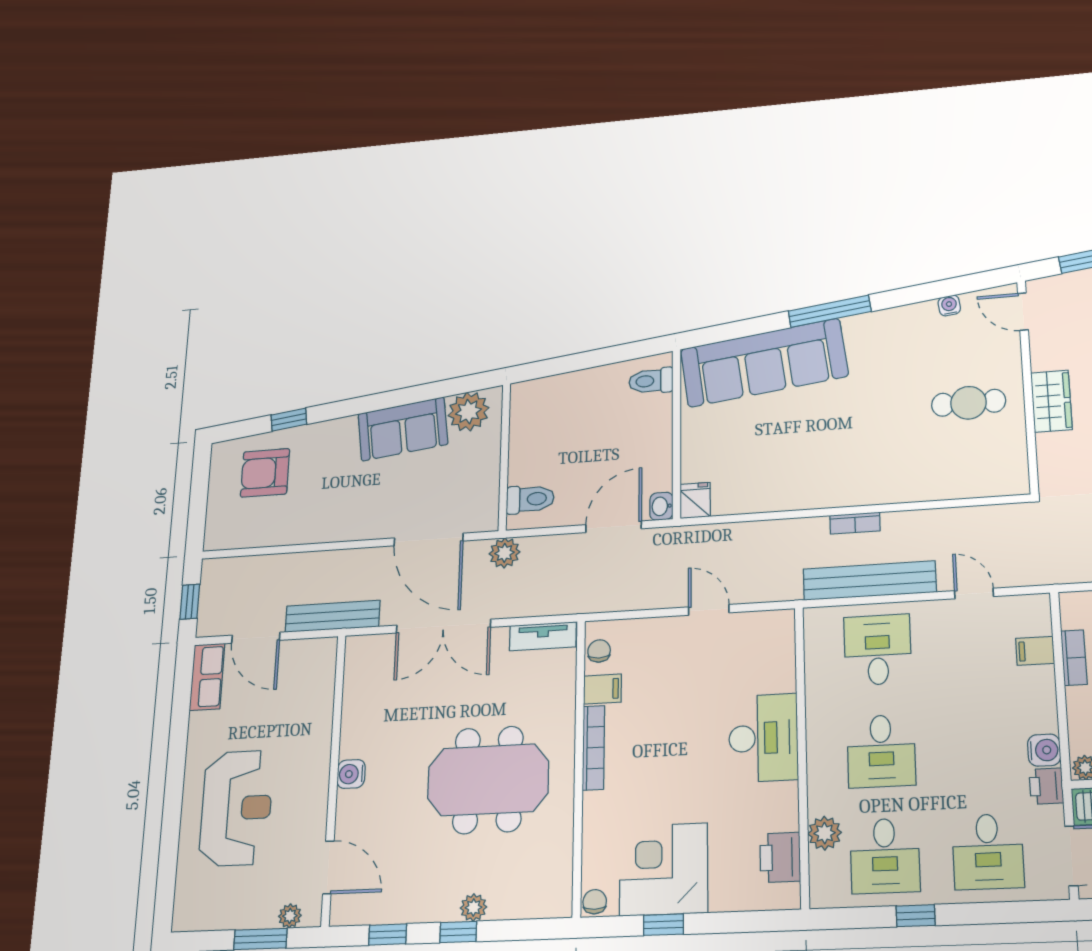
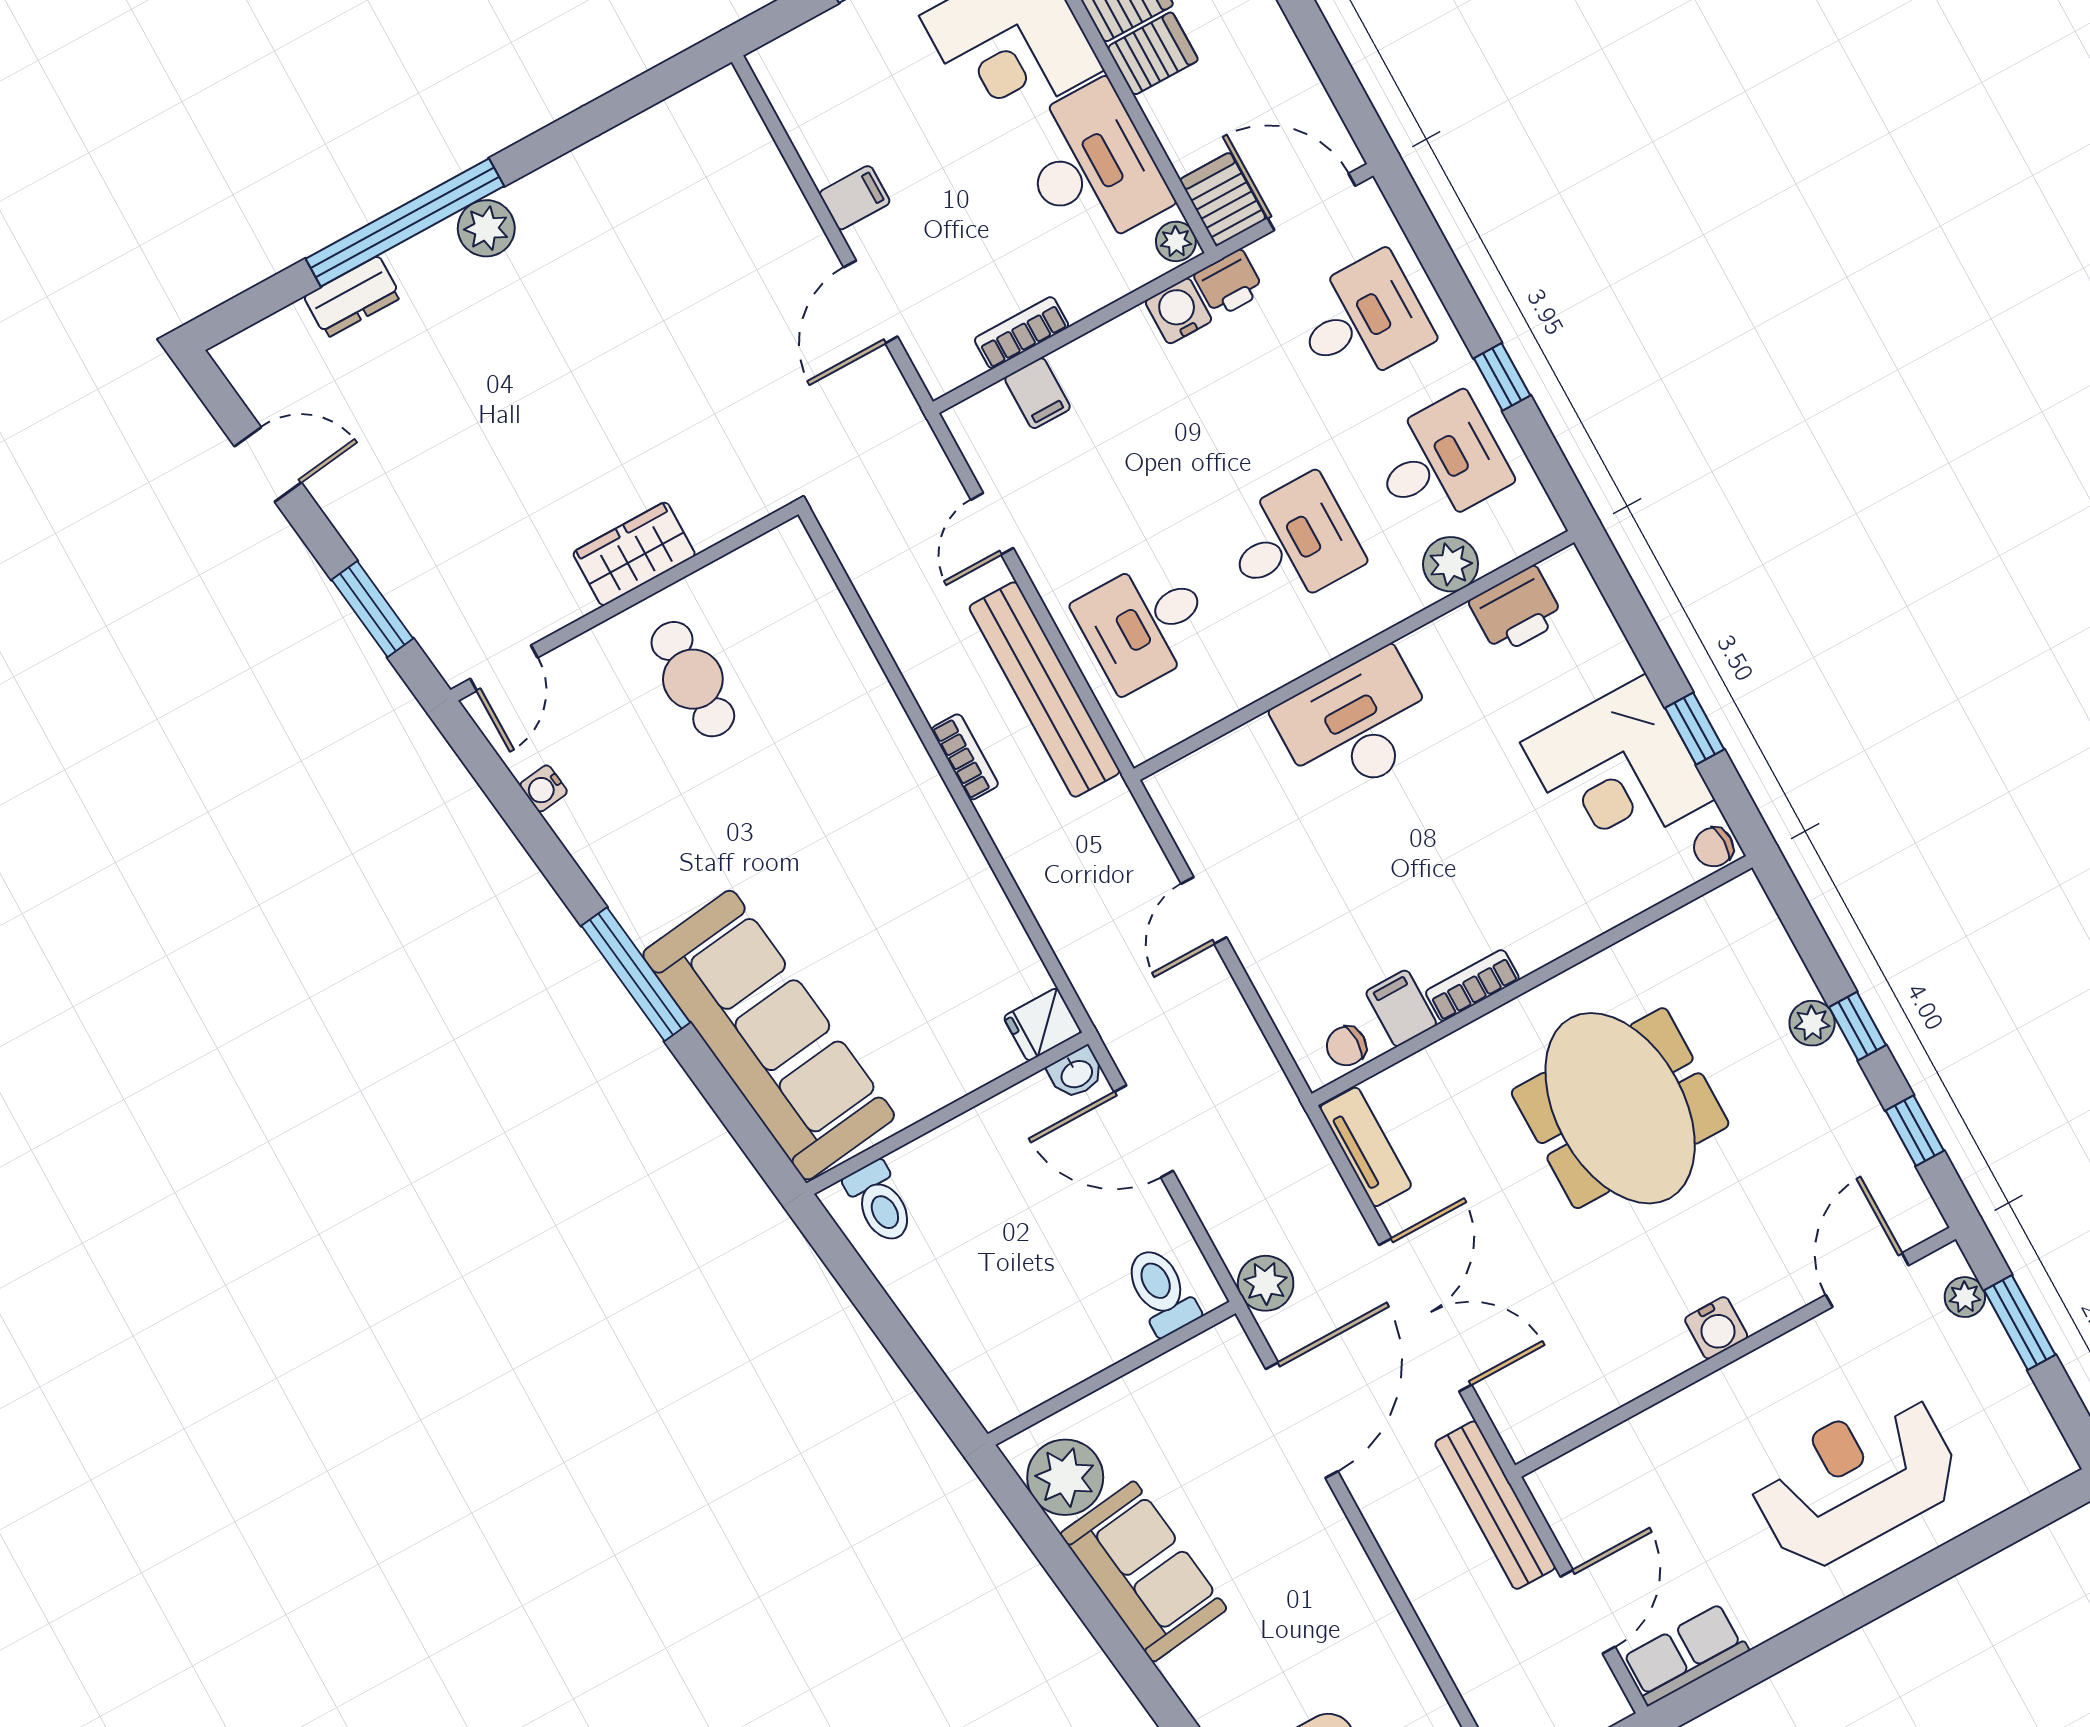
bookcase: (593, 748) -> (1472, 985), width x0.64

